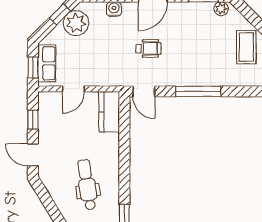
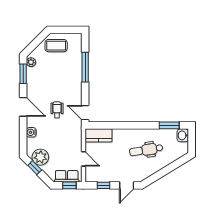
door: (144, 91) -> (85, 113), swing flipped
window: (198, 91) -> (85, 67), moved

